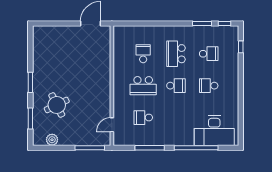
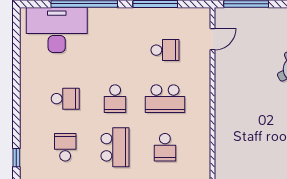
school desk: (209, 54) -> (65, 147), turned 90
school desk: (143, 86) -> (165, 99), turned 180
school desk: (176, 86) -> (115, 99), turned -90

